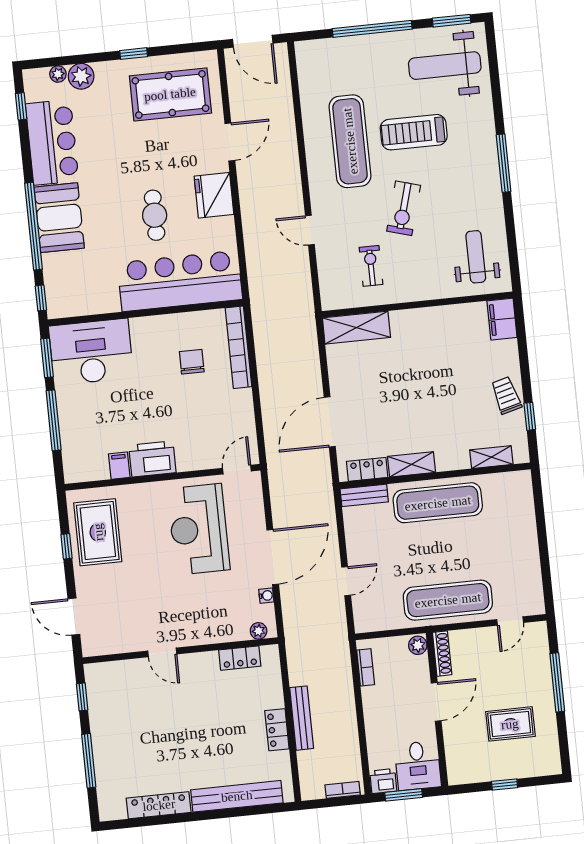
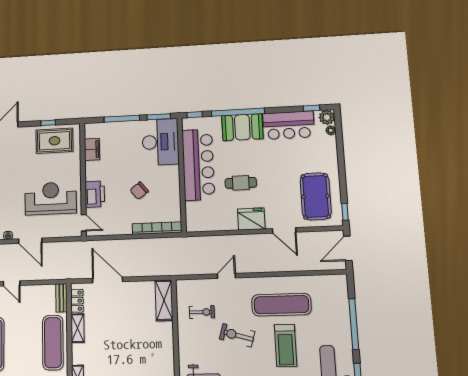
window: (134, 54) -> (345, 212), moved
plant: (81, 76) -> (327, 117), moved
treadmill: (414, 132) -> (286, 345), turned 180
bar counter: (180, 281) -> (198, 165), moved
chair: (192, 362) -> (139, 191), moved, turned 142
printer: (152, 459) -> (95, 194), moved
filing cabinet: (119, 466) -> (92, 149), width x2.00
door: (273, 557) -> (30, 241), width x0.73

